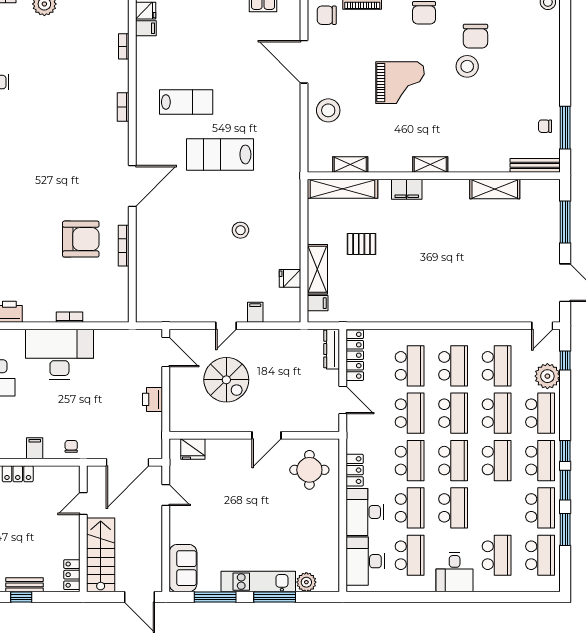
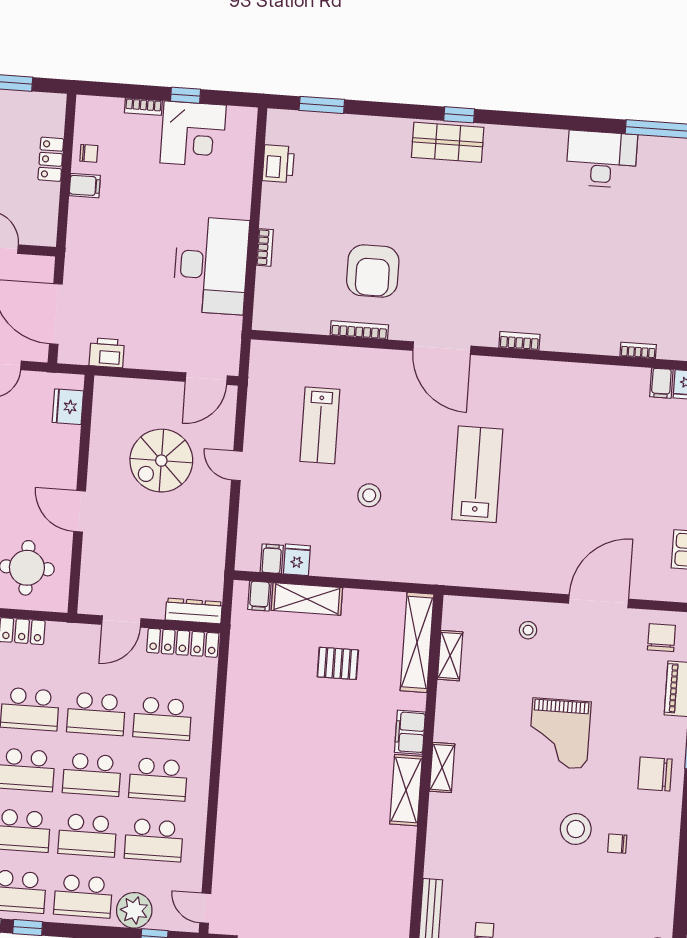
chair: (475, 36) -> (617, 844), width x0.54, depth x0.54
lab bench: (186, 102) -> (320, 425), moved
bookcase: (123, 107) -> (519, 341), moved
stool: (328, 110) -> (528, 630), width x0.53, depth x0.53
shelving: (495, 189) -> (406, 790), moved
pallet: (362, 244) -> (338, 663), turned 90
filing cabinet: (255, 312) -> (272, 559), moved, turned -90
desk: (59, 354) -> (211, 265), moved
printer: (153, 399) -> (107, 353), moved
chair: (71, 446) -> (89, 153), moved

